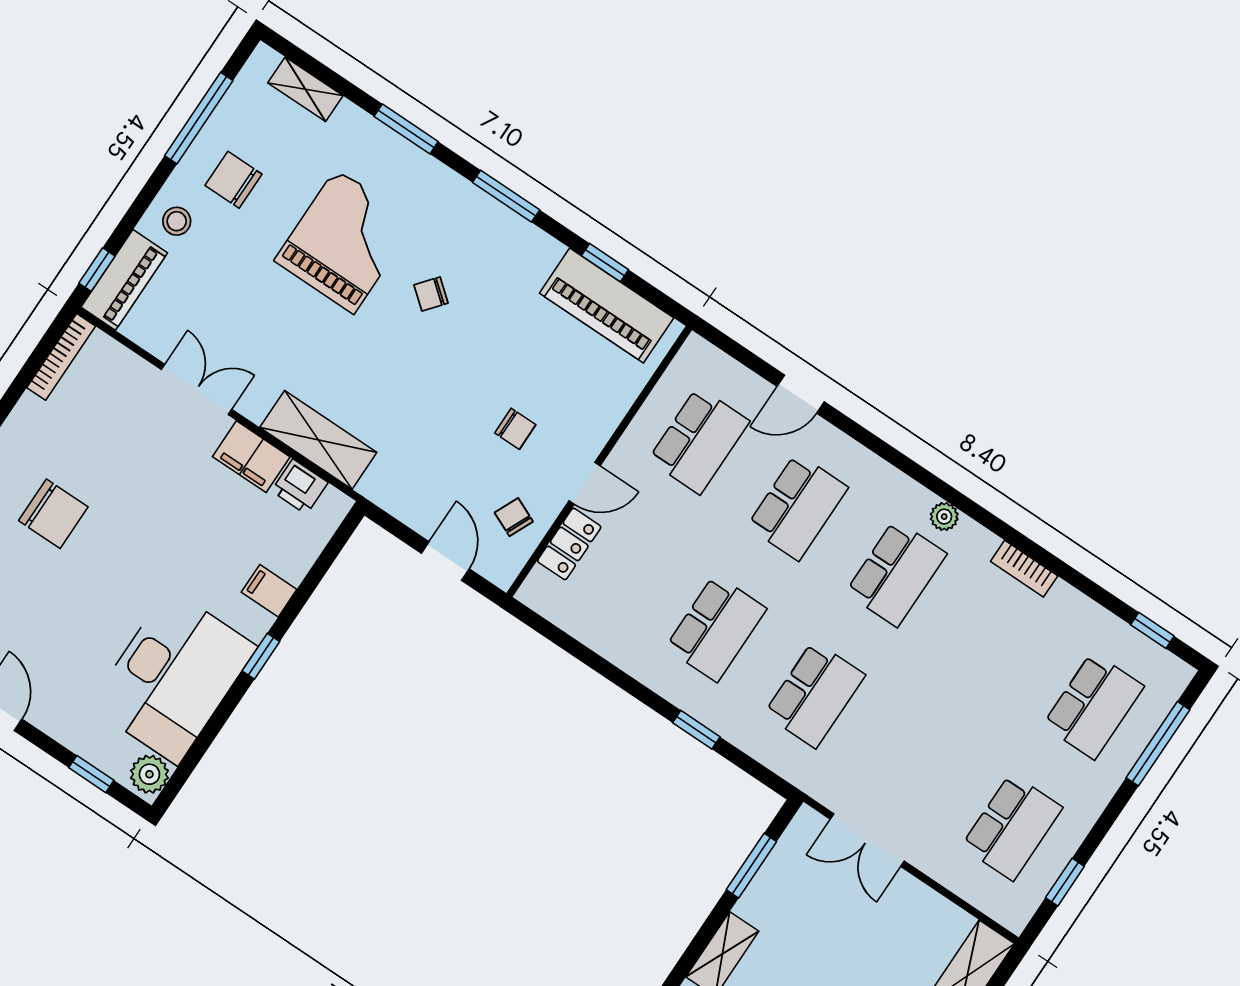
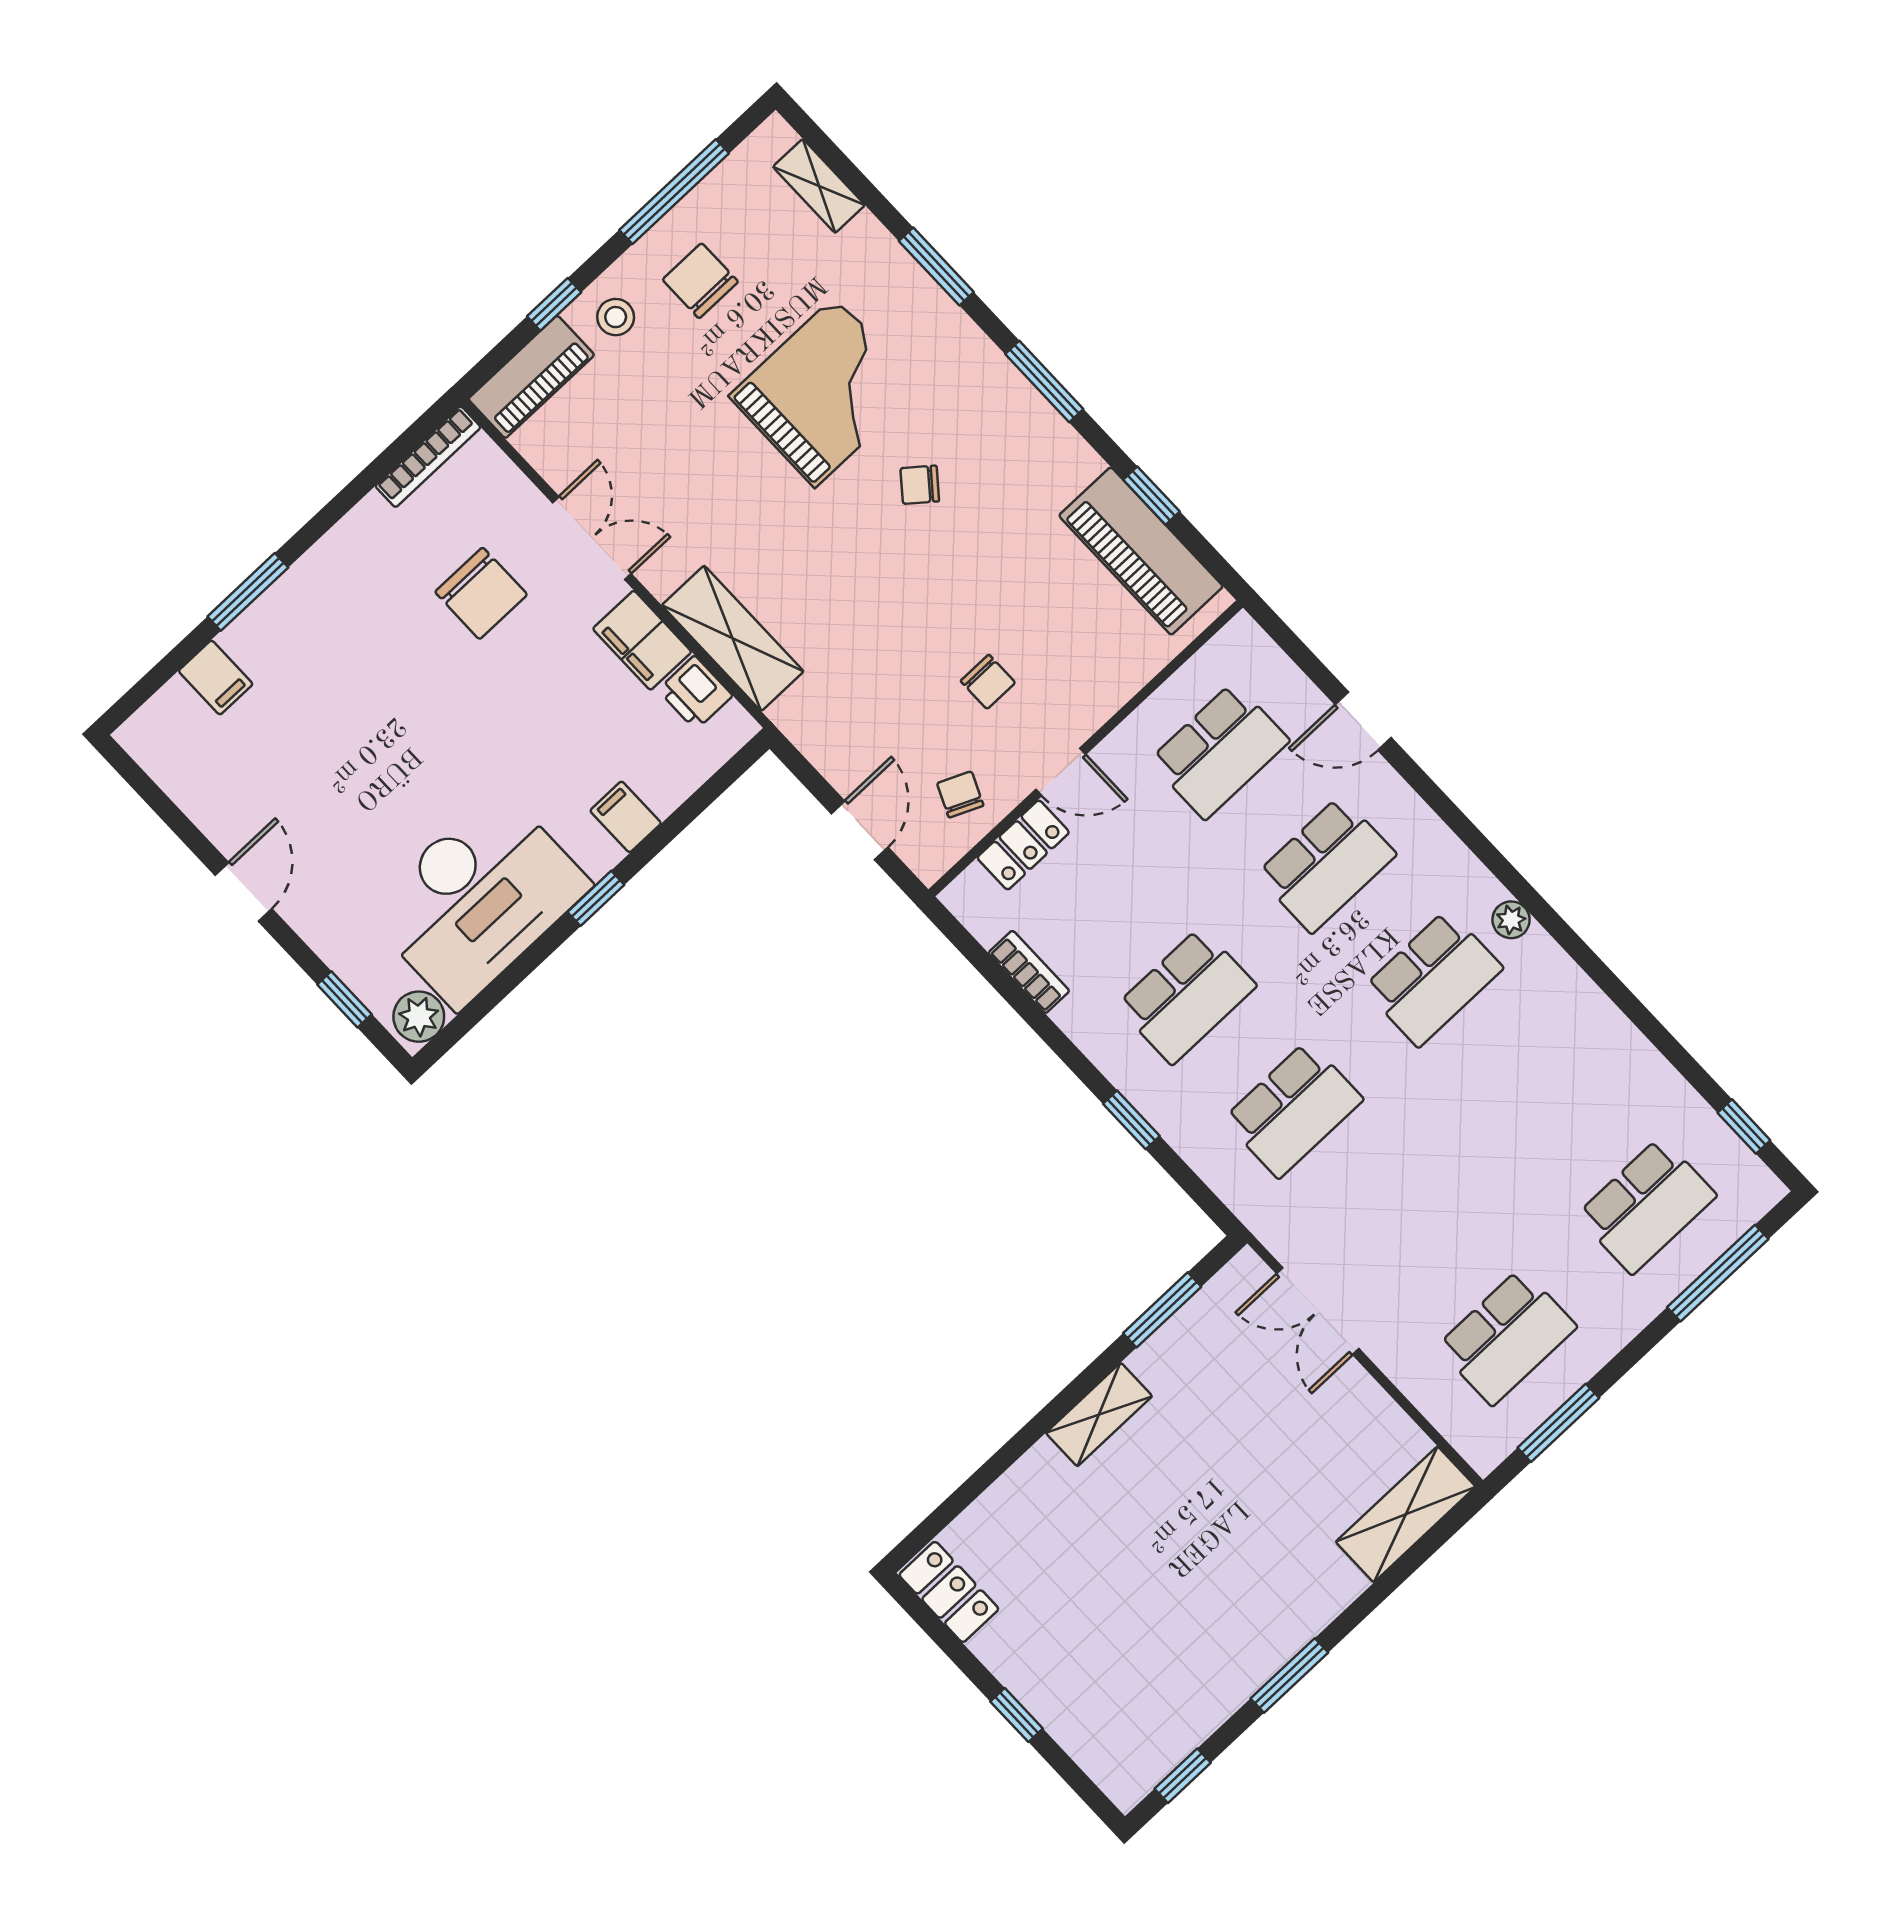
window: (97, 270) -> (554, 304), moved
chair: (53, 514) -> (481, 593), moved
bookcase: (1024, 569) -> (1029, 972), moved, turned 180
window: (1065, 882) -> (1558, 1423), width x1.50

